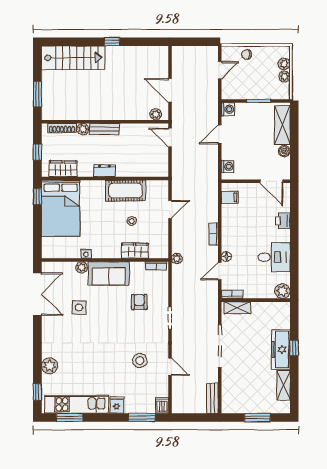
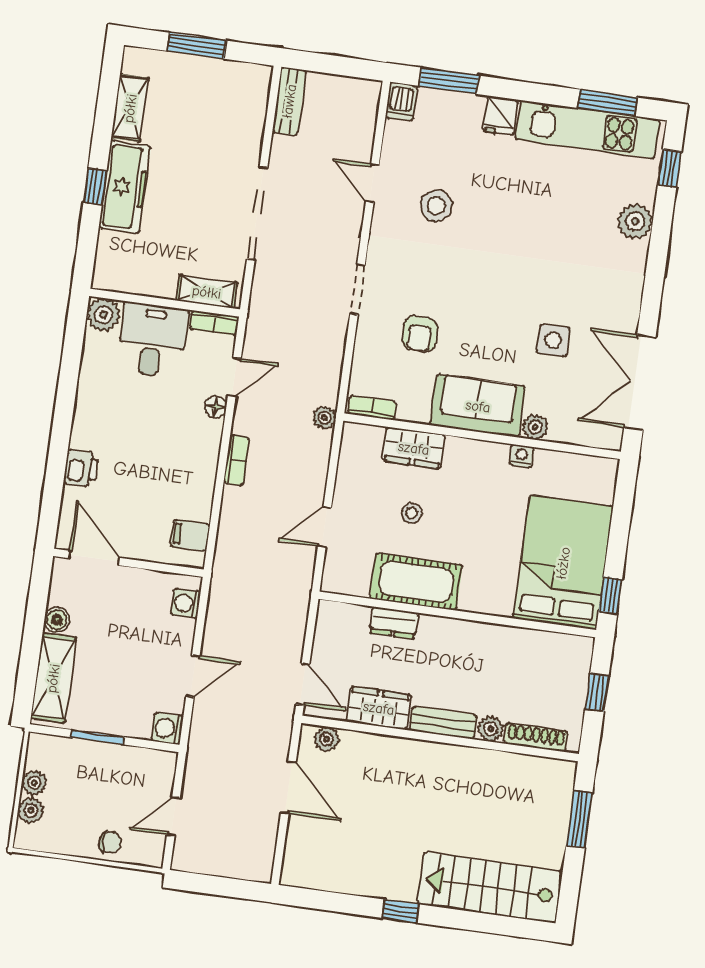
wardrobe: (63, 169) -> (379, 708), moved, turned 180
dresser: (105, 171) -> (394, 623), moved
desk: (274, 257) -> (152, 340), moved, turned 90

